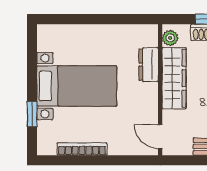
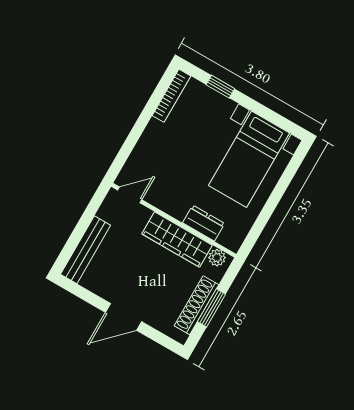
bed with nightstands: (77, 86) -> (249, 159), moved
bookcase: (82, 149) -> (171, 96), moved

